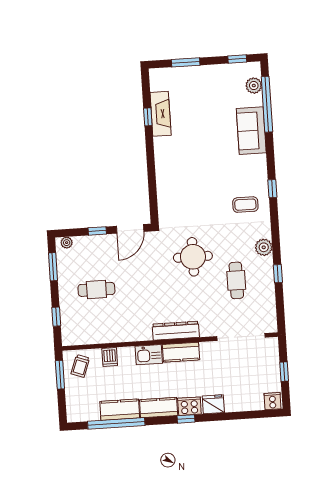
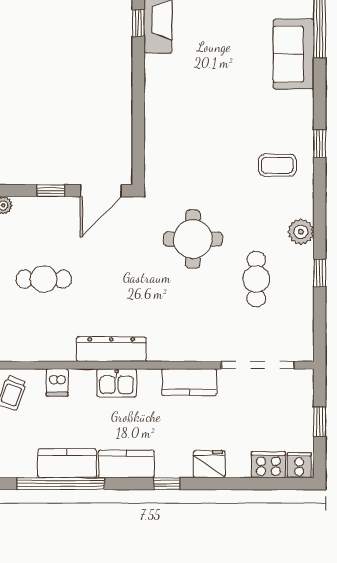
dresser: (176, 331) -> (111, 349), moved
kitchen counter: (181, 352) -> (189, 382), moved
cooker: (189, 406) -> (268, 465), moved

